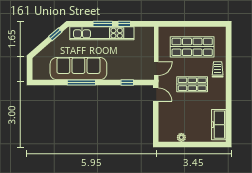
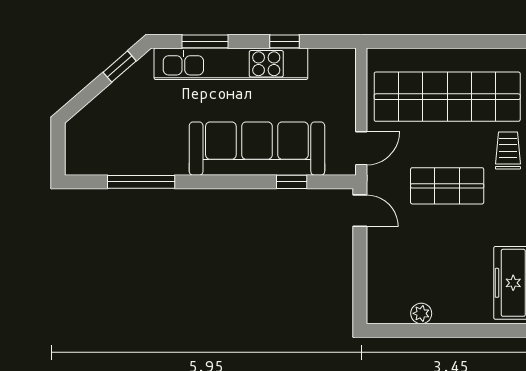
window: (103, 24) -> (205, 41), moved
shop shelf: (192, 47) -> (447, 97), width x1.40
sofa: (78, 69) -> (257, 149), moved
window: (81, 83) -> (141, 182), moved

